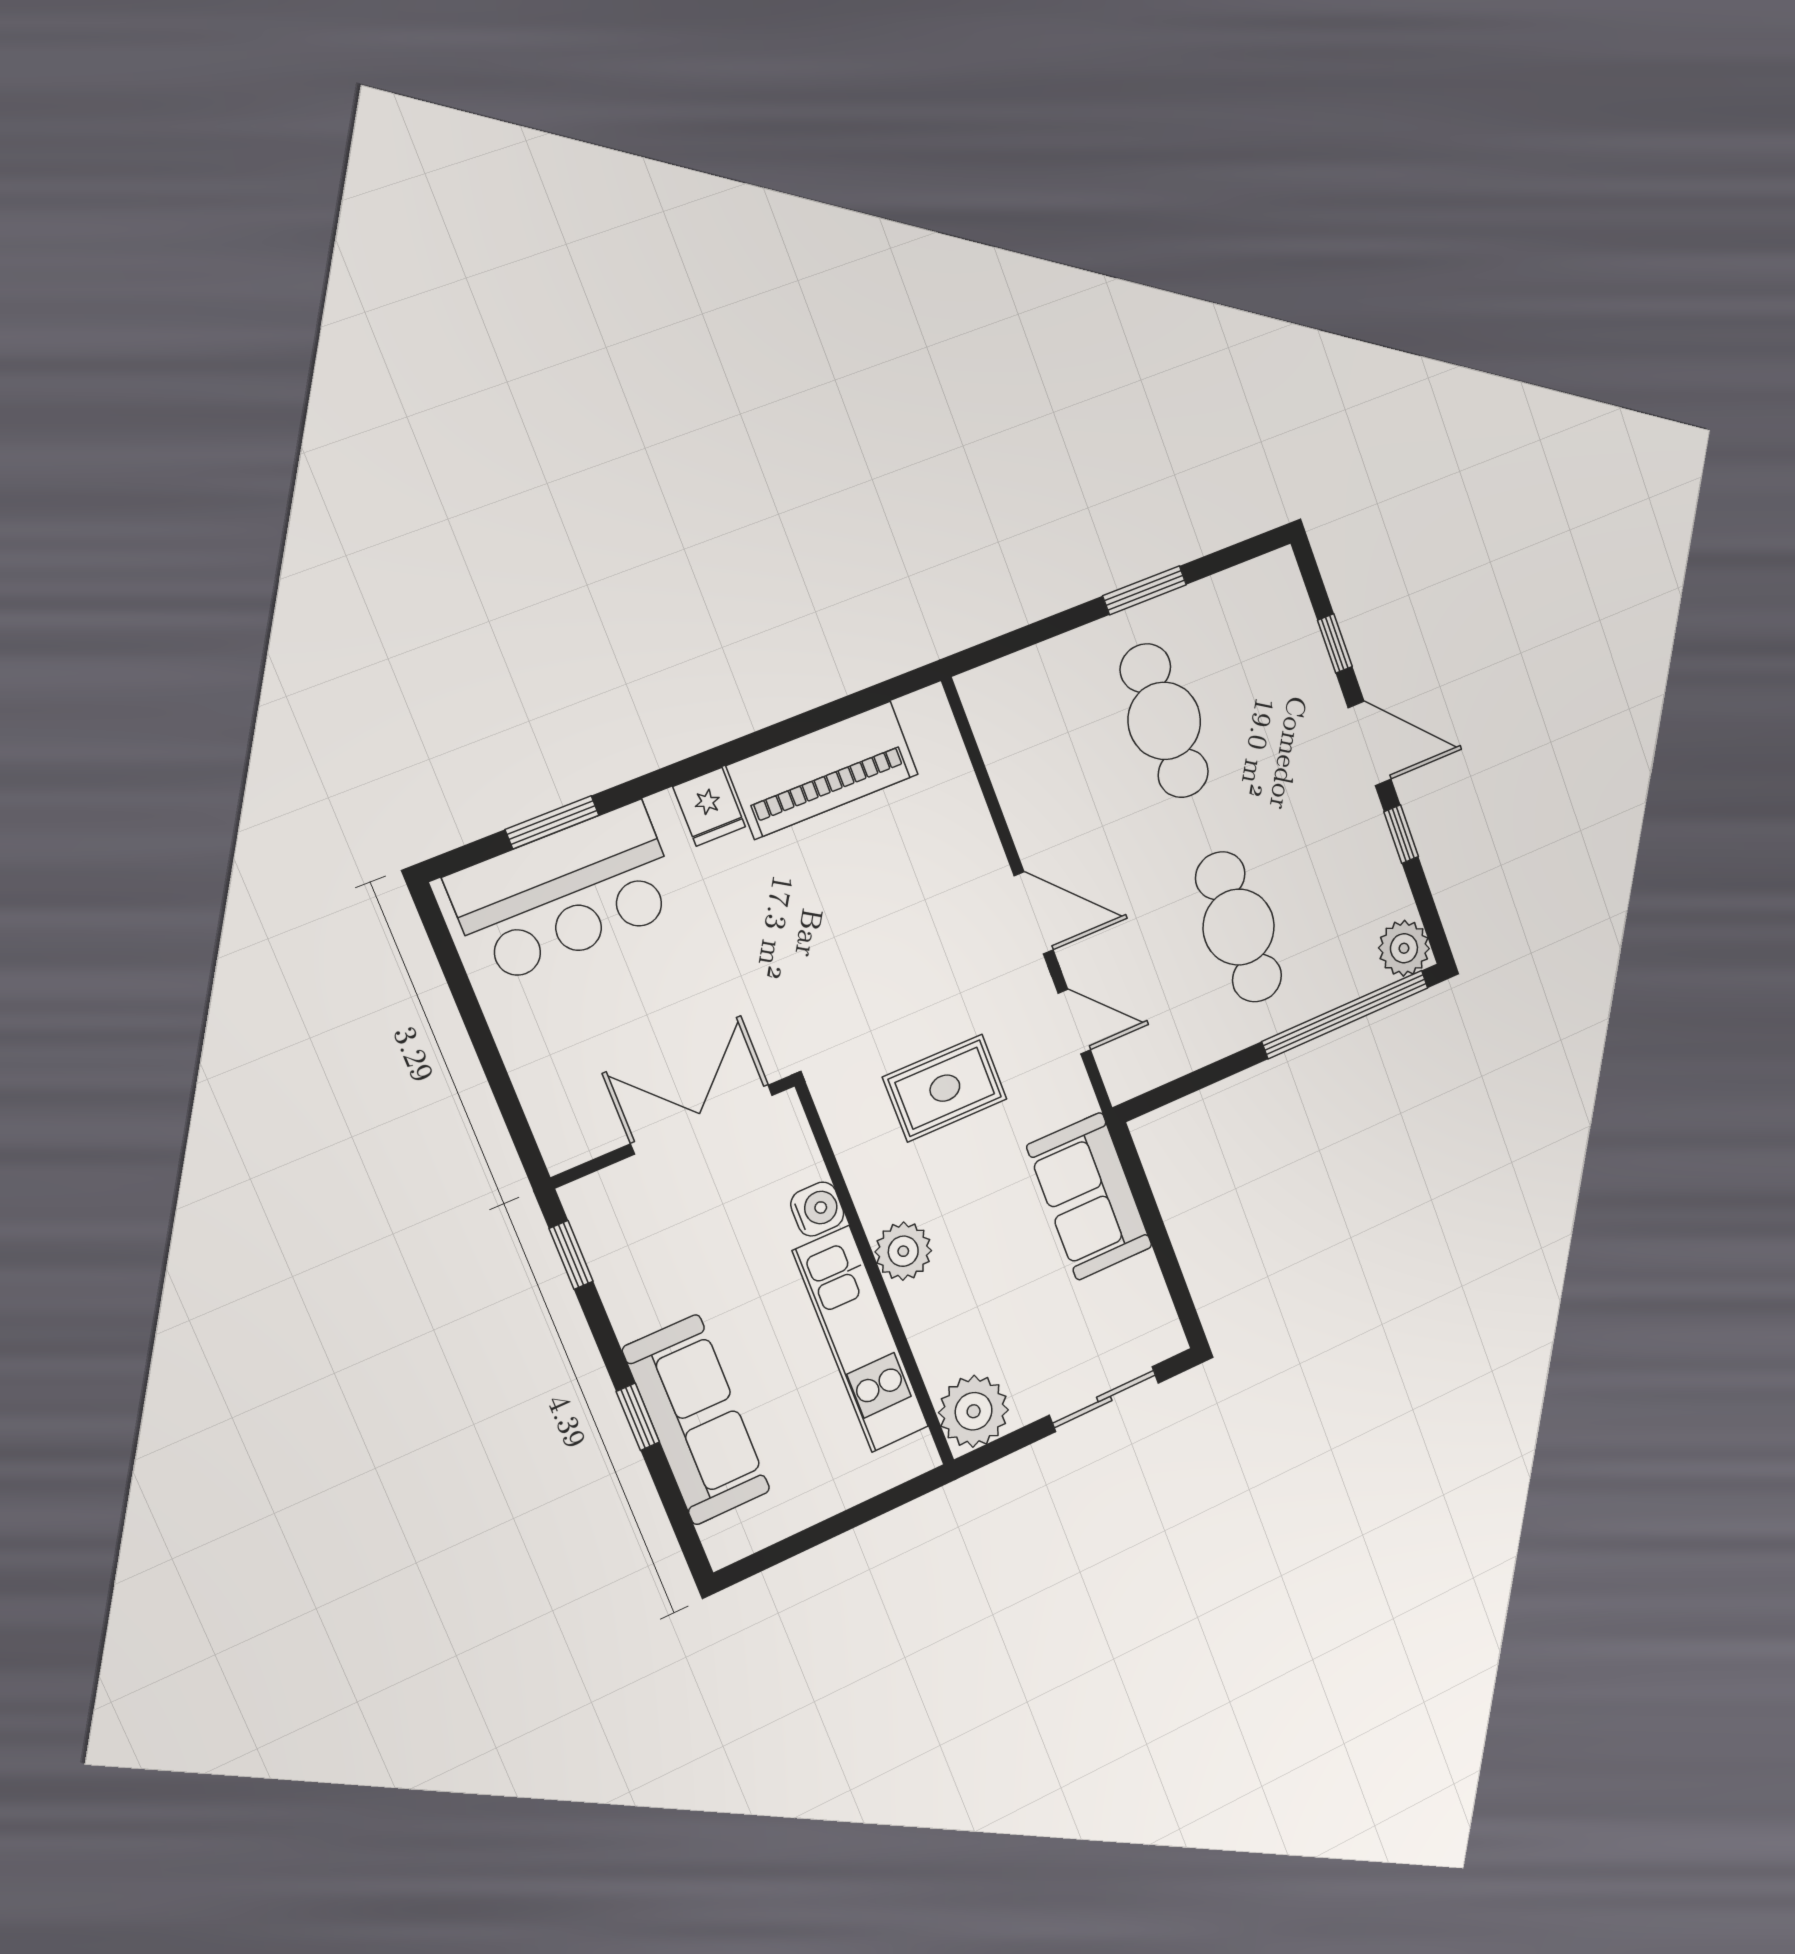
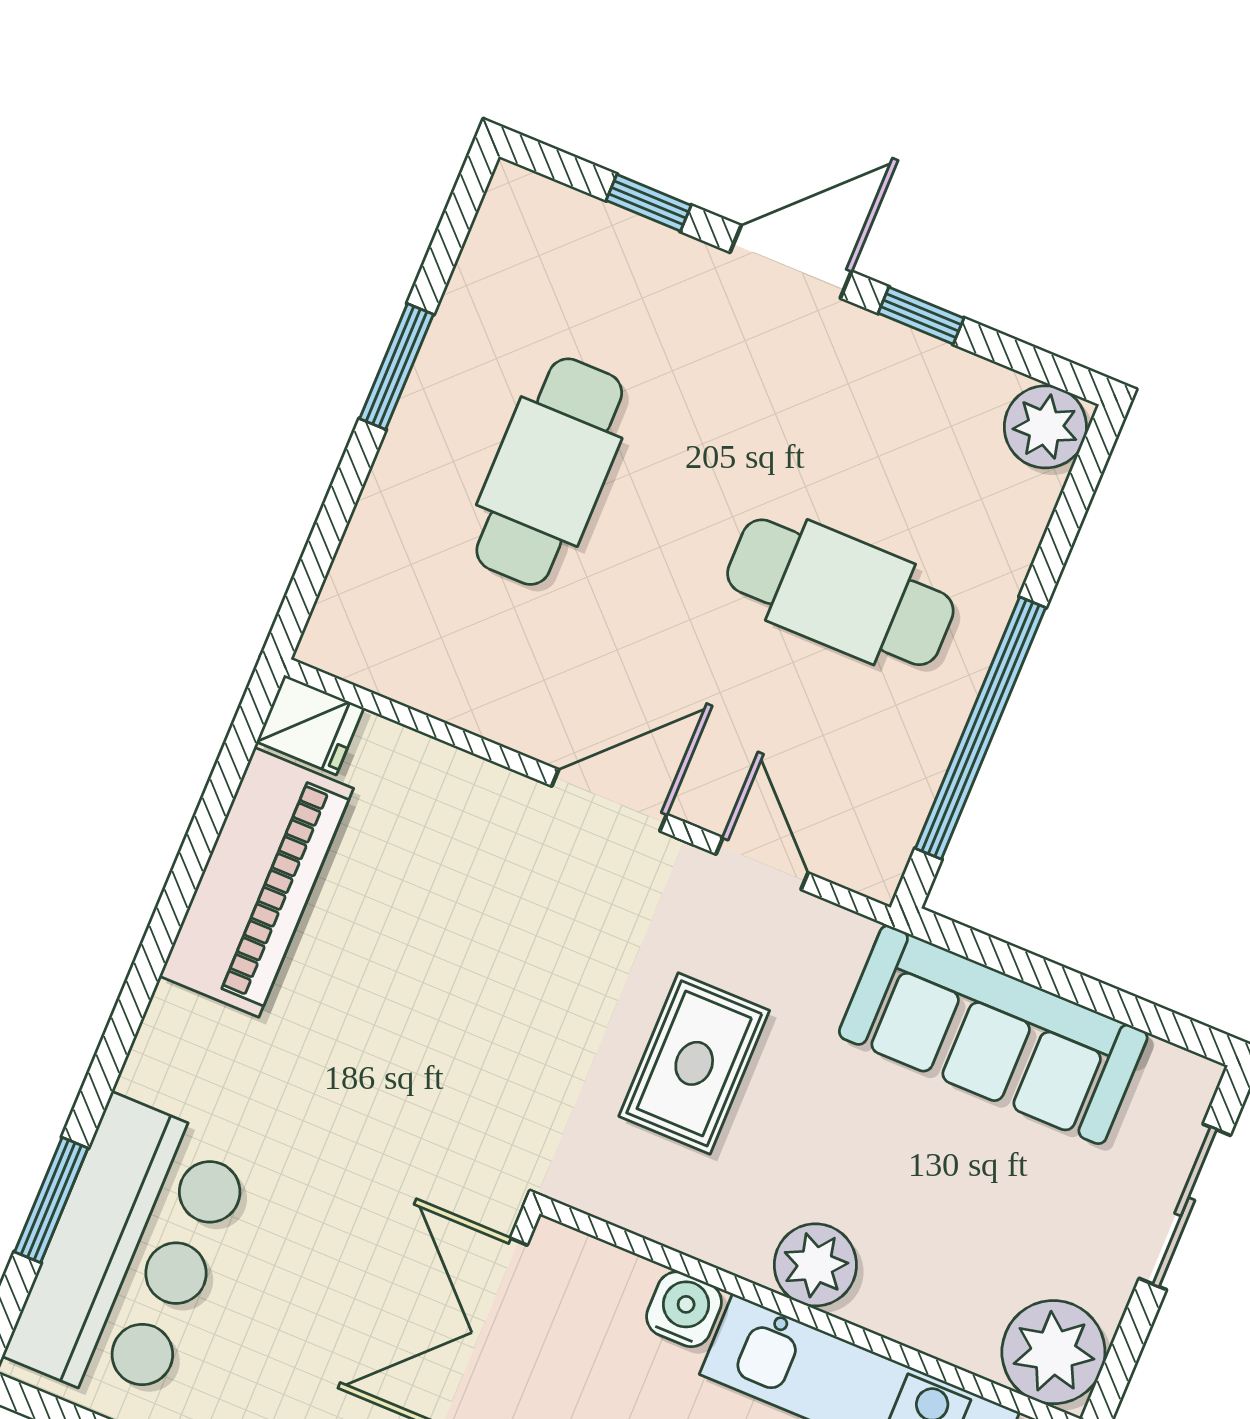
cafe table: (1164, 721) -> (549, 472), turned 90
fridge: (709, 807) -> (310, 725), moved
window: (1345, 1015) -> (980, 728), moved
door: (1074, 1022) -> (762, 864), hinge flipped
sofa: (1089, 1196) -> (993, 1035), width x1.36

